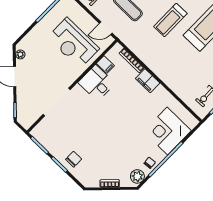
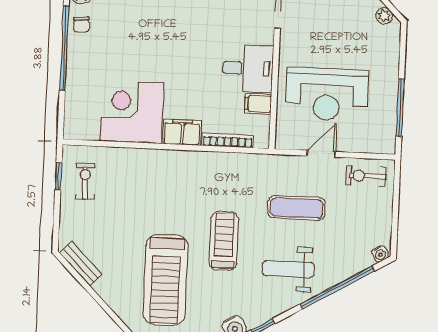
door: (106, 28) -> (321, 154), moved
reception desk: (73, 43) -> (327, 94), turned 180
corner desk: (167, 131) -> (132, 112), moved, turned -90

